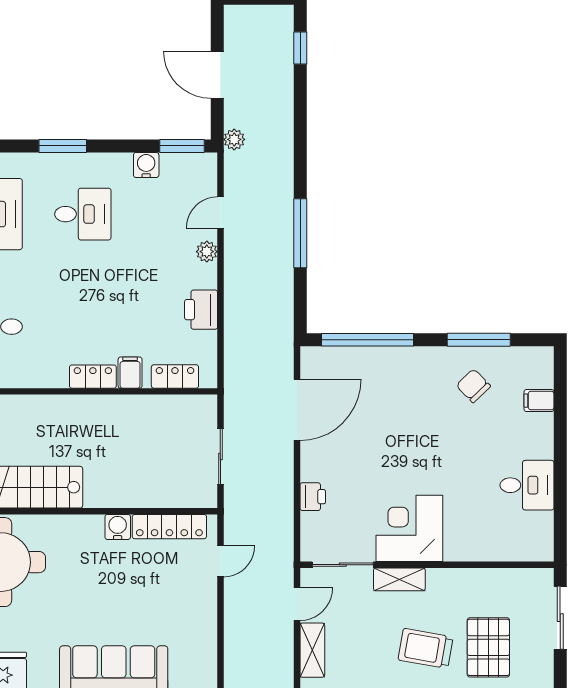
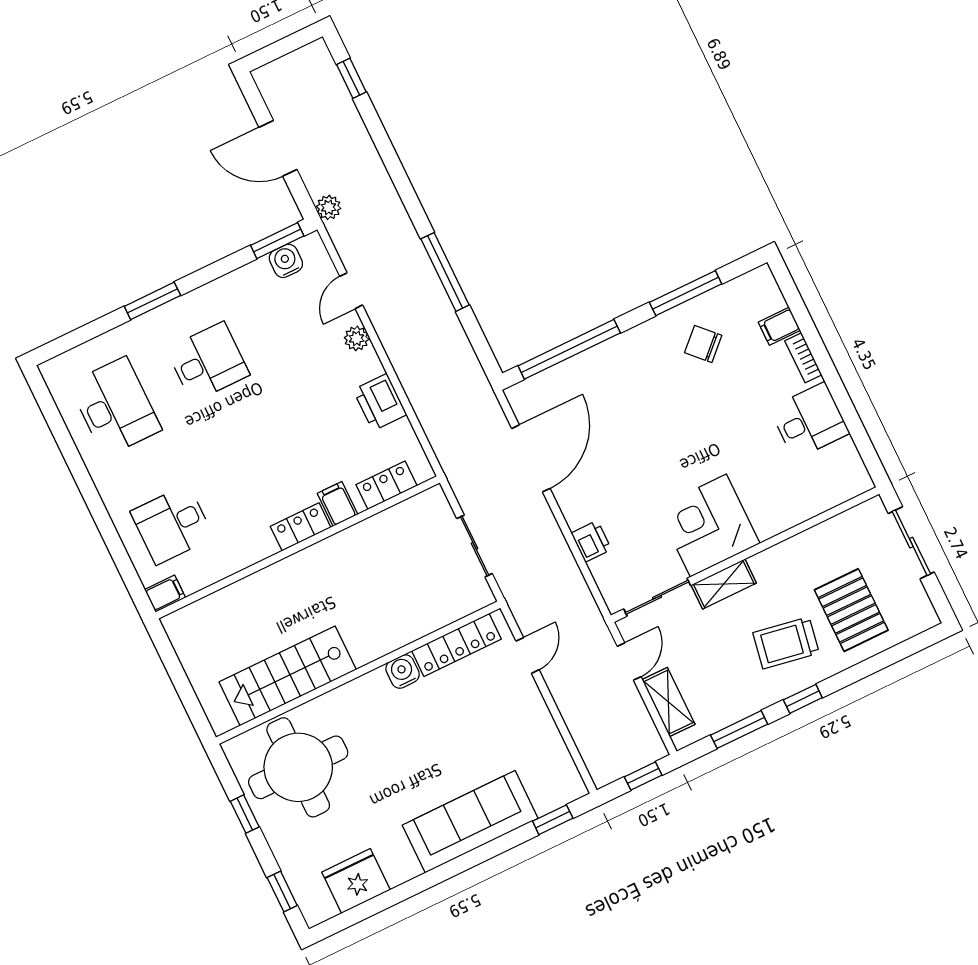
water cooler: (146, 165) -> (286, 261), moved
bookcase: (546, 434) -> (803, 358), added

